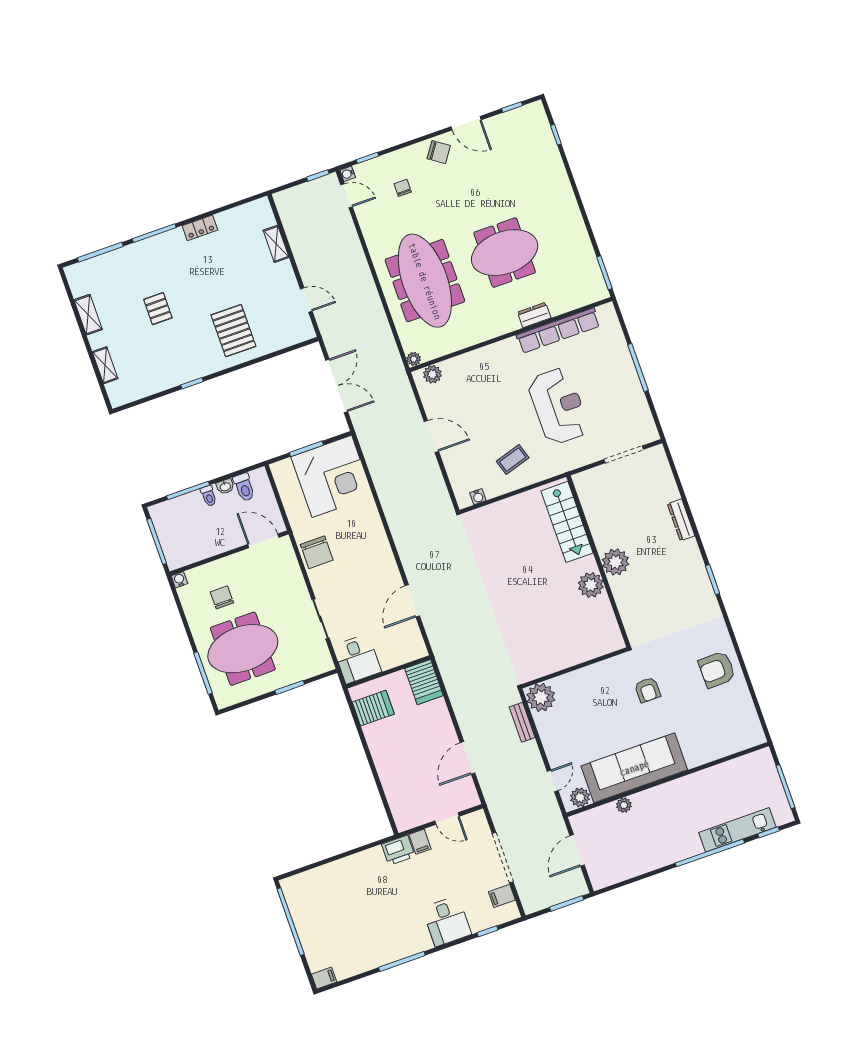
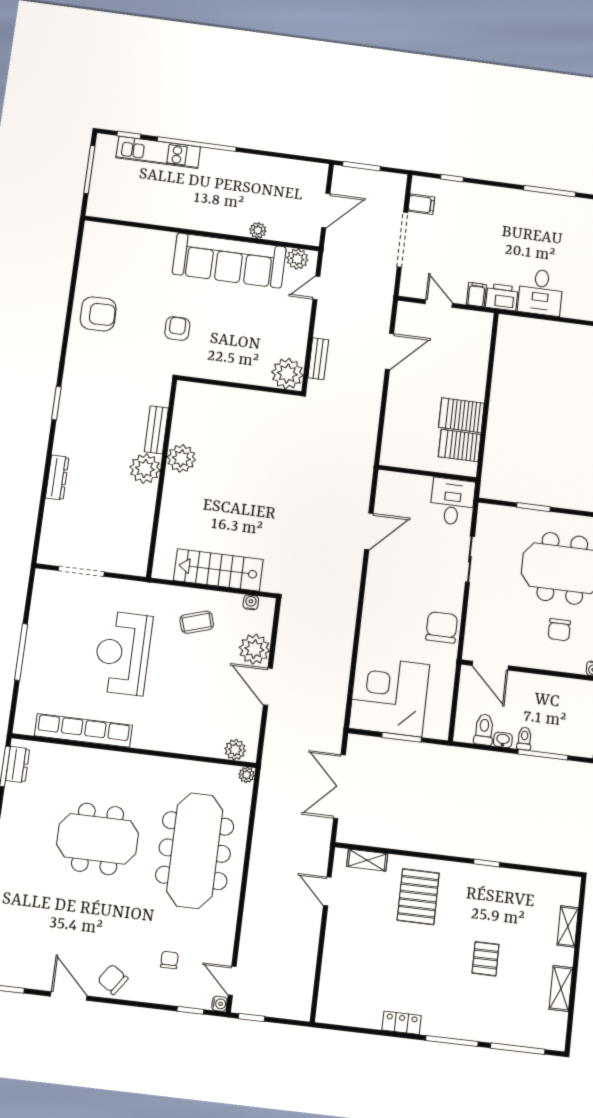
chair: (403, 188) -> (169, 960), turned 180
shelving: (276, 244) -> (367, 860), moved, turned 90
dresser: (534, 315) -> (18, 765), moved, turned -90
plant: (457, 461) -> (254, 649), added
stairs: (567, 522) -> (218, 570), moved, turned -90
bench: (622, 598) -> (156, 430), added
server rack: (424, 682) -> (461, 415), moved, turned -90
desk: (447, 921) -> (541, 292), moved, turned 180

